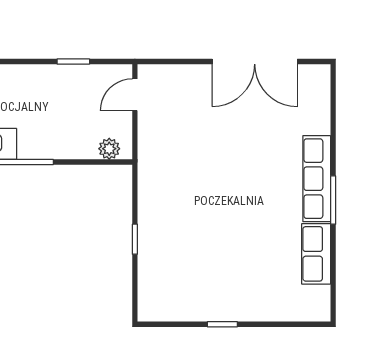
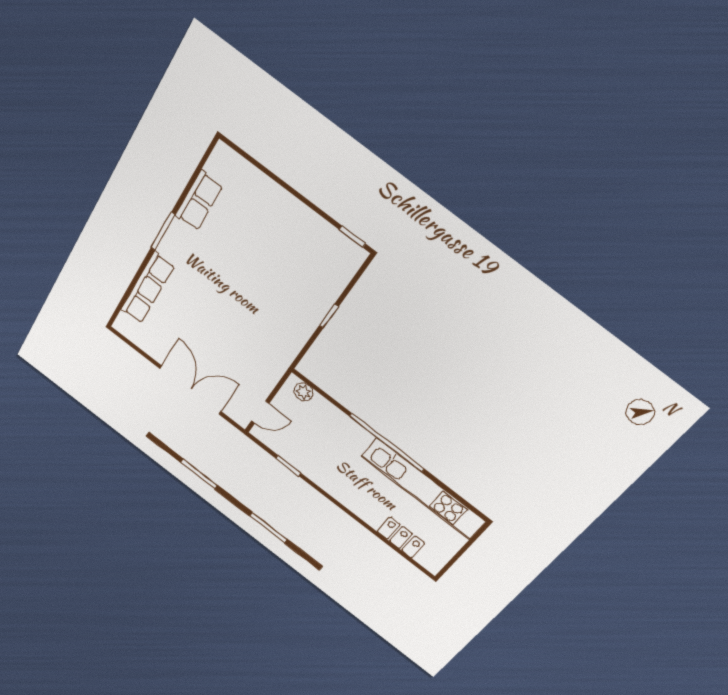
double door: (255, 62) -> (190, 390), moved
row of seats: (317, 179) -> (147, 288), moved
window: (222, 324) -> (352, 237), moved

